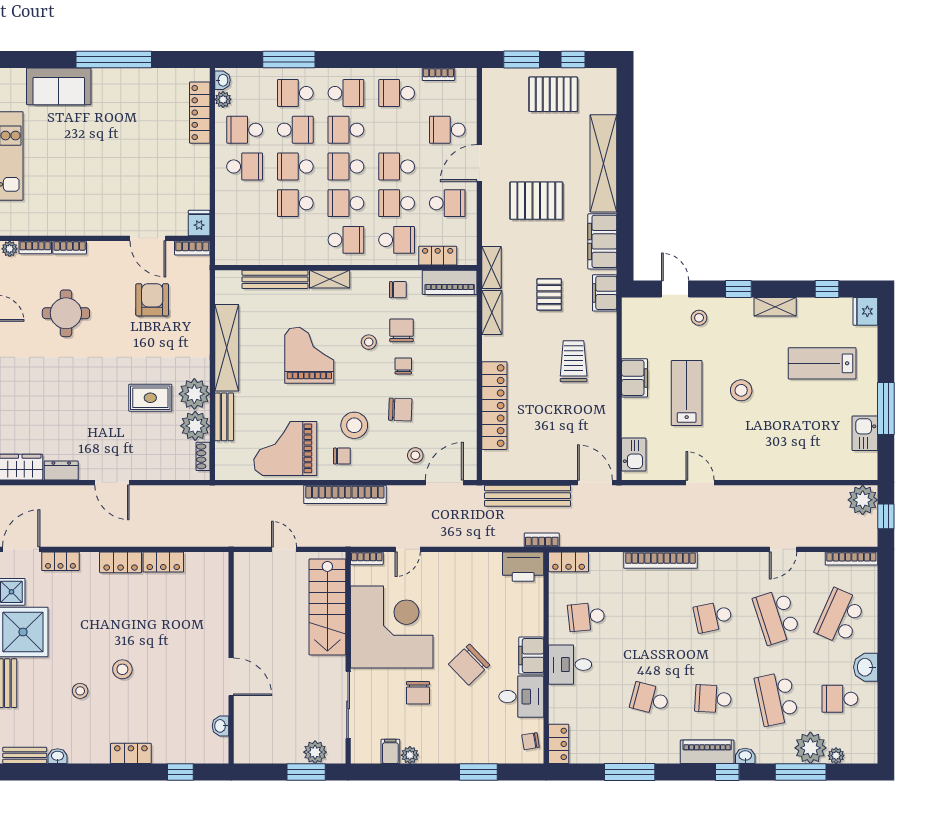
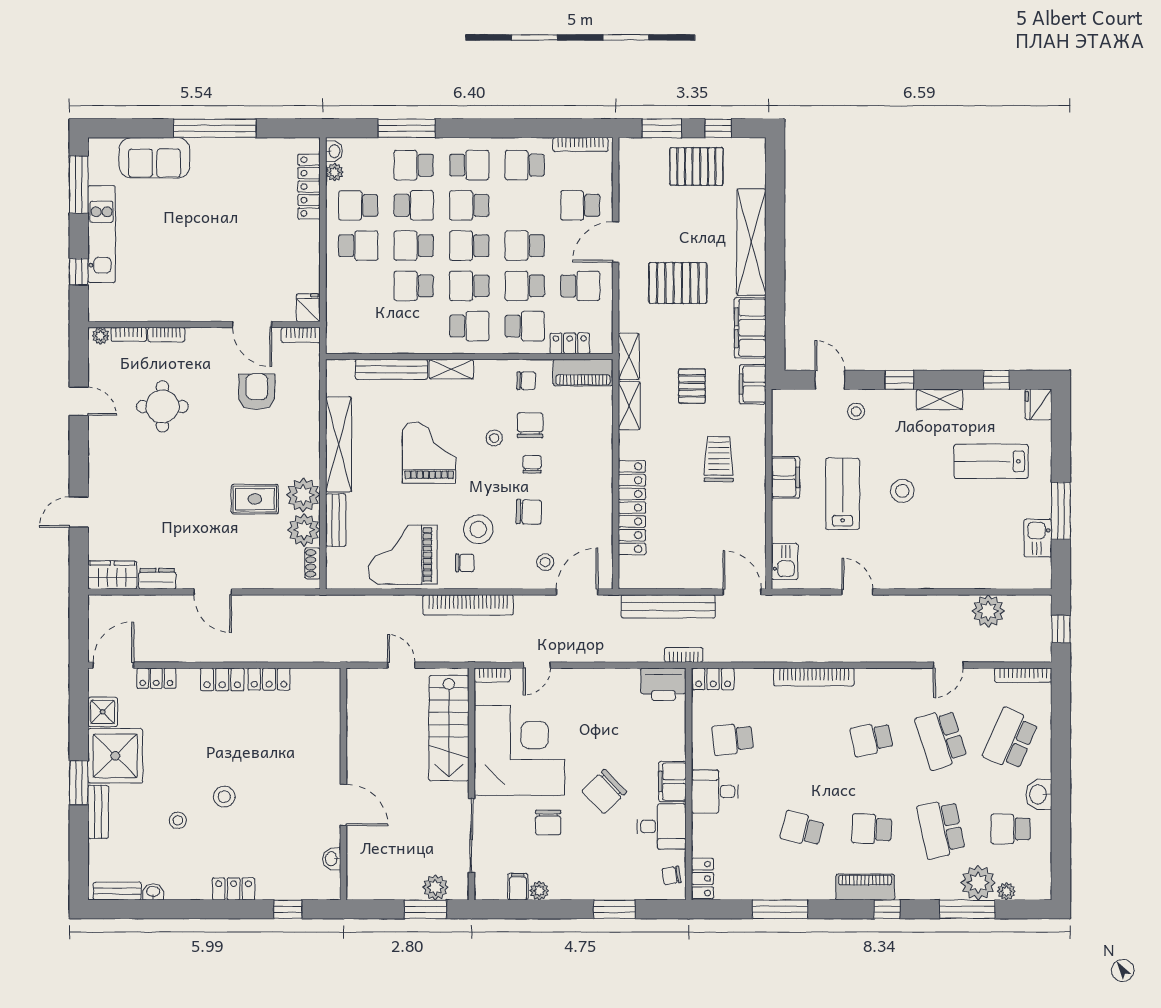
bookcase: (438, 74) -> (580, 145), width x1.56
plant: (863, 500) -> (988, 611), moved
washbasin: (745, 756) -> (907, 892), removed

